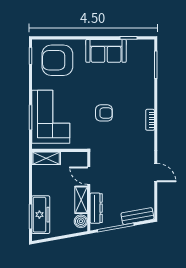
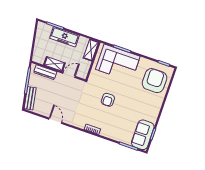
sofa: (106, 51) -> (143, 135), moved
door: (156, 173) -> (55, 121), swing flipped
freezer: (41, 215) -> (64, 37), moved
boiler: (81, 221) -> (40, 59), removed

